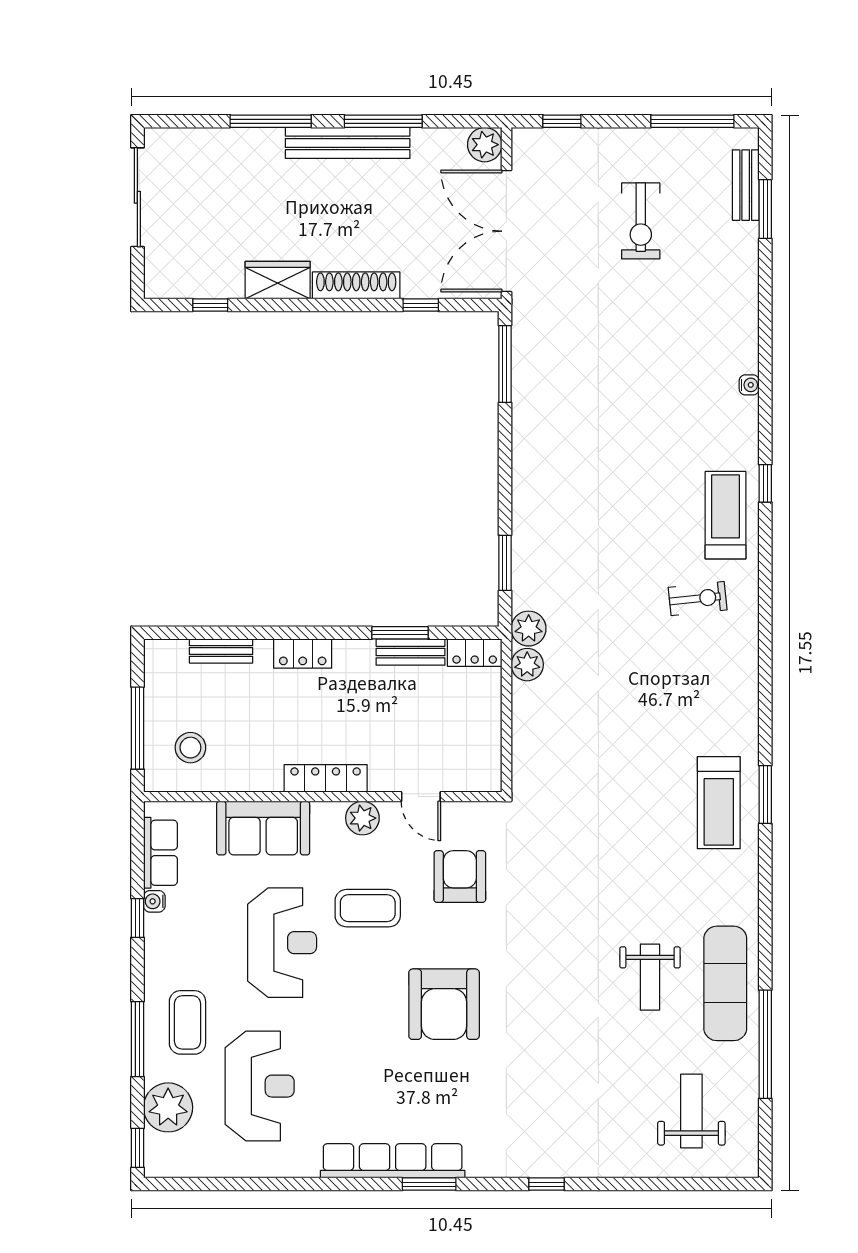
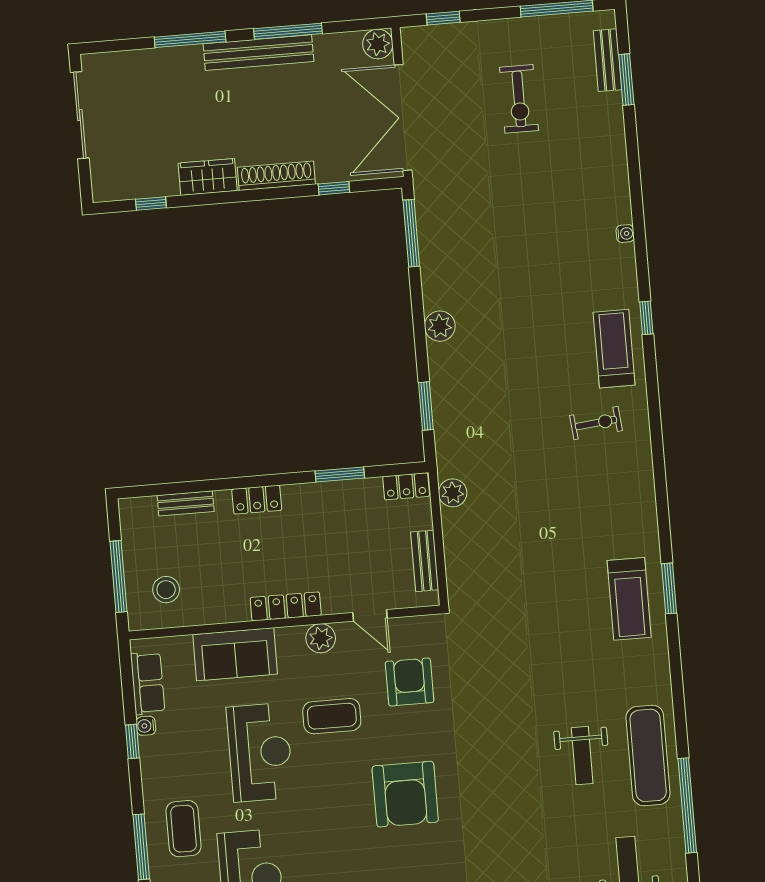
plant: (529, 629) -> (440, 326), moved
bench: (411, 652) -> (425, 561), moved, turned 90

